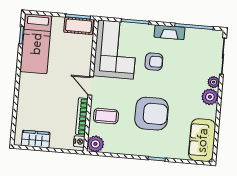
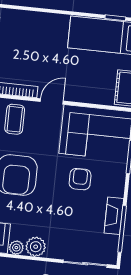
fireplace: (170, 32) -> (114, 216), moved
armchair: (154, 62) -> (80, 179), turned 180
plant: (214, 82) -> (16, 248), moved

